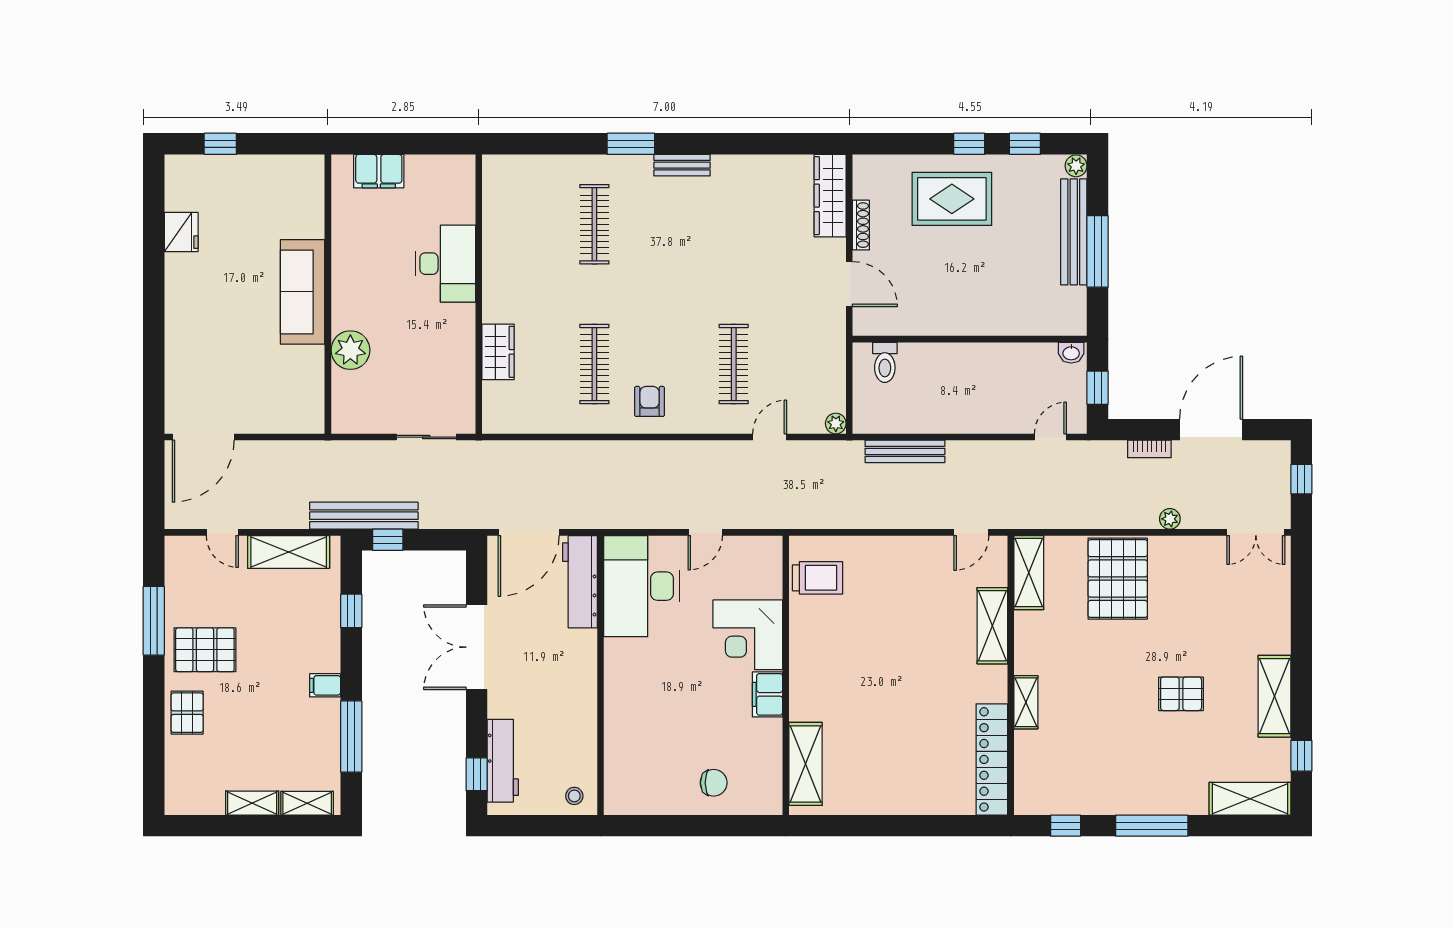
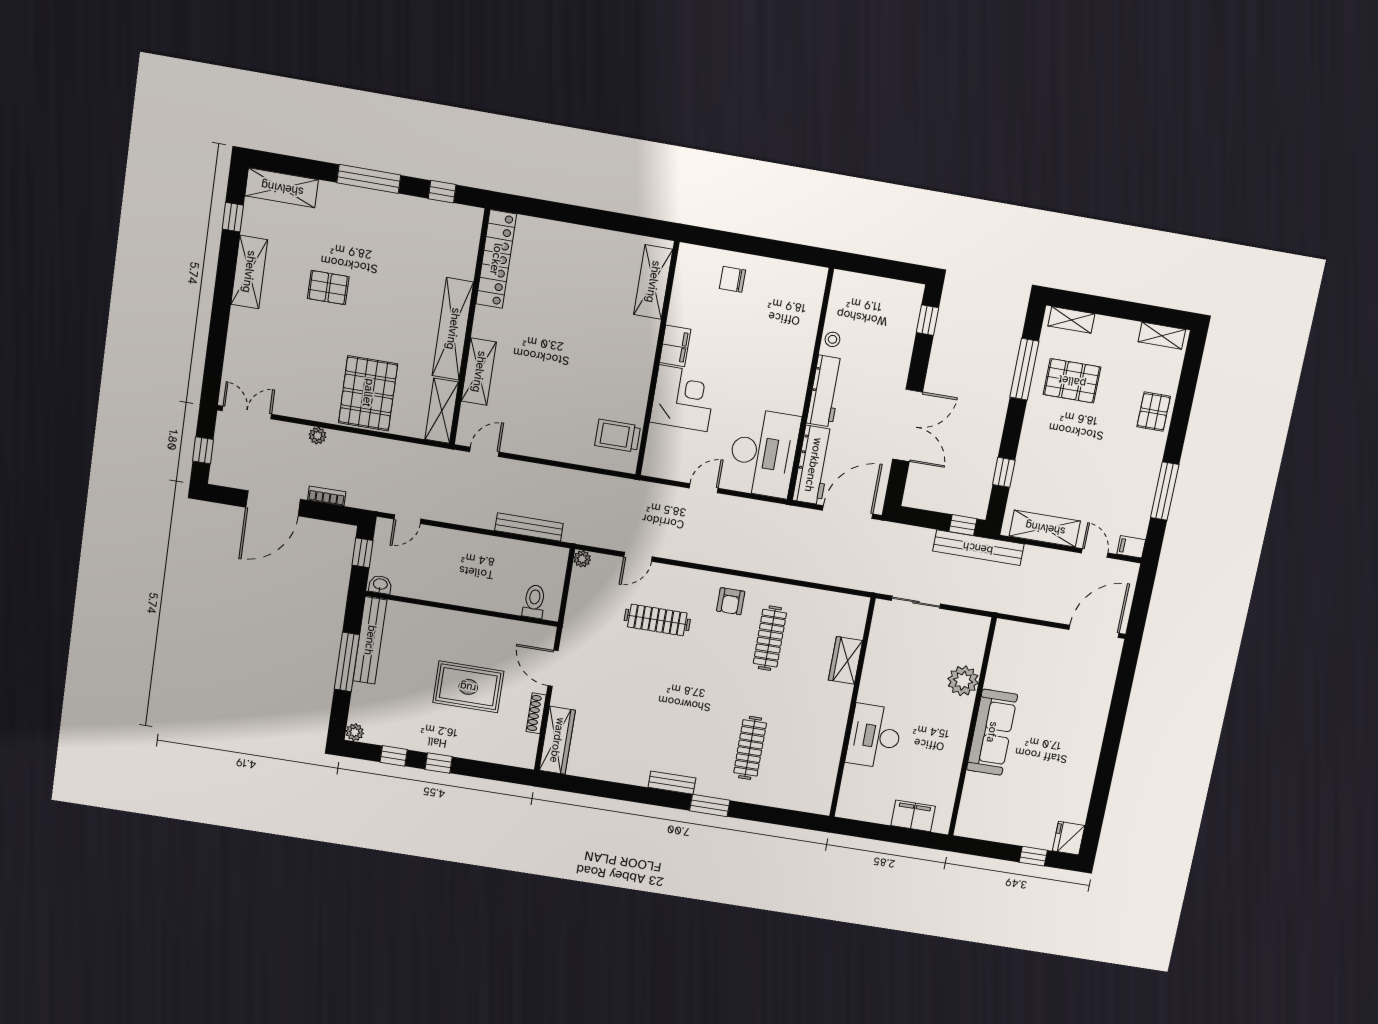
rug: (952, 199) -> (468, 687), moved
fridge: (181, 232) -> (1069, 838), moved
bench: (1074, 232) -> (370, 640), moved
clothes rail: (734, 364) -> (657, 620), turned 90
pallet: (205, 650) -> (1072, 381), moved
filing cabinet: (325, 685) -> (1131, 547), moved, turned 180
shelving: (1026, 702) -> (453, 329), width x2.20, depth x1.33
workbench: (503, 761) -> (825, 391), moved, turned 180
stool: (574, 796) -> (832, 339), moved
shelving: (252, 803) -> (1162, 336), moved

